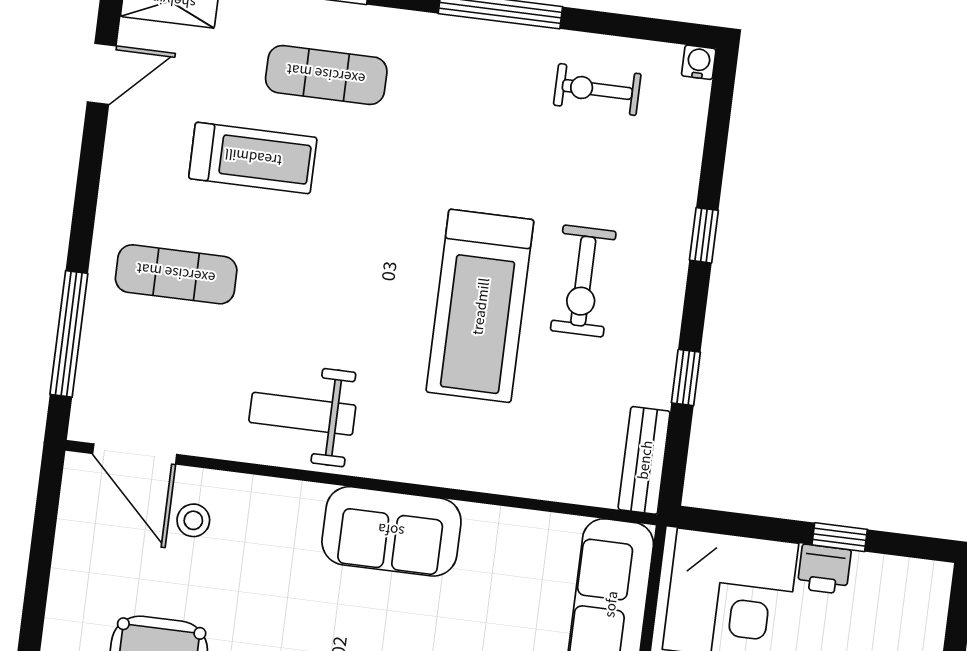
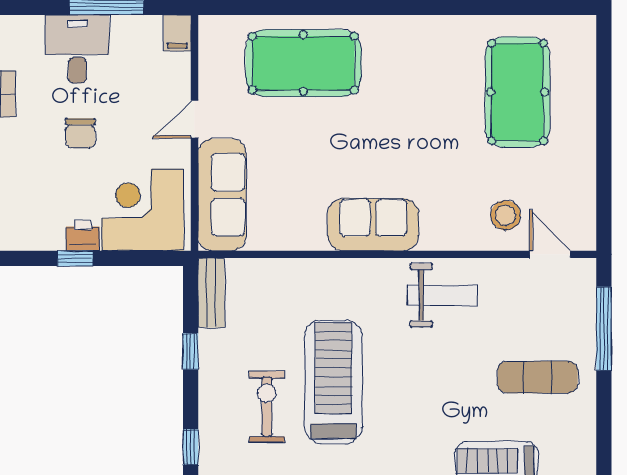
door: (135, 454) -> (550, 254), width x0.73
stool: (193, 520) -> (506, 215), width x1.37, depth x1.37

